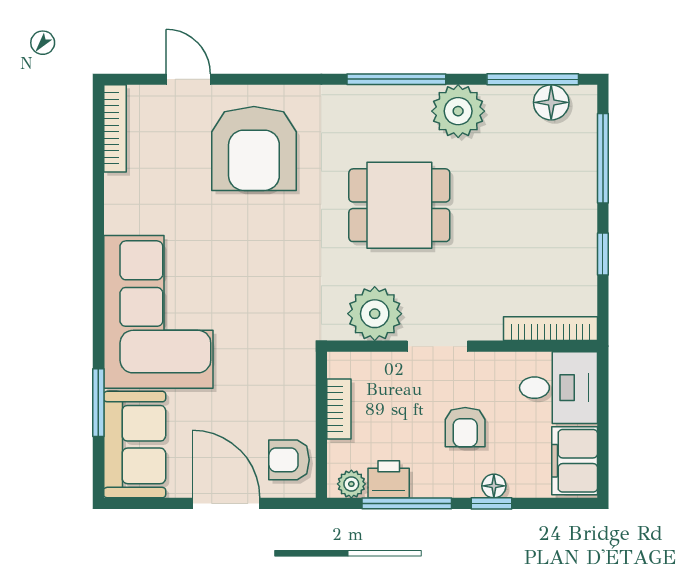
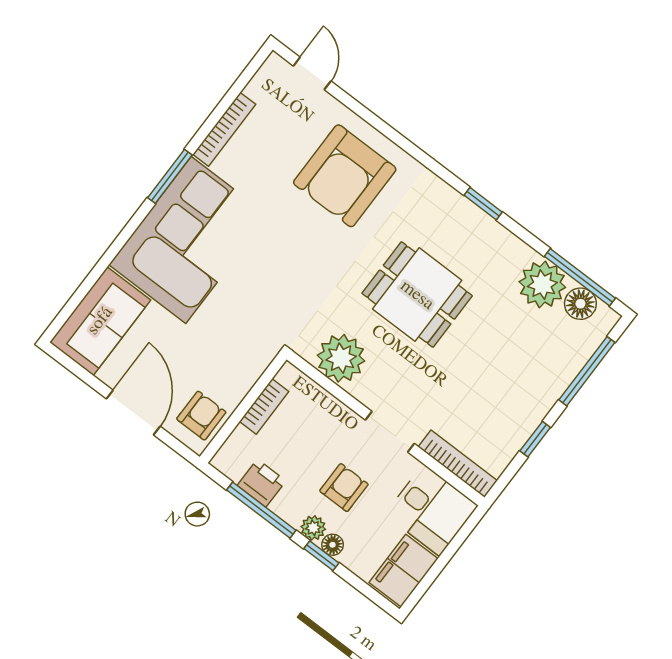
door: (188, 79) -> (312, 73), moved
window: (396, 79) -> (483, 204), width x0.46
plant: (458, 111) -> (542, 284), moved
bookcase: (115, 128) -> (224, 129), moved
doorway: (437, 346) -> (390, 432), moved
window: (98, 403) -> (170, 176), moved
armchair: (465, 427) -> (344, 488), turned 180
armchair: (289, 460) -> (201, 416), turned 90
plant: (351, 484) -> (313, 528), moved

